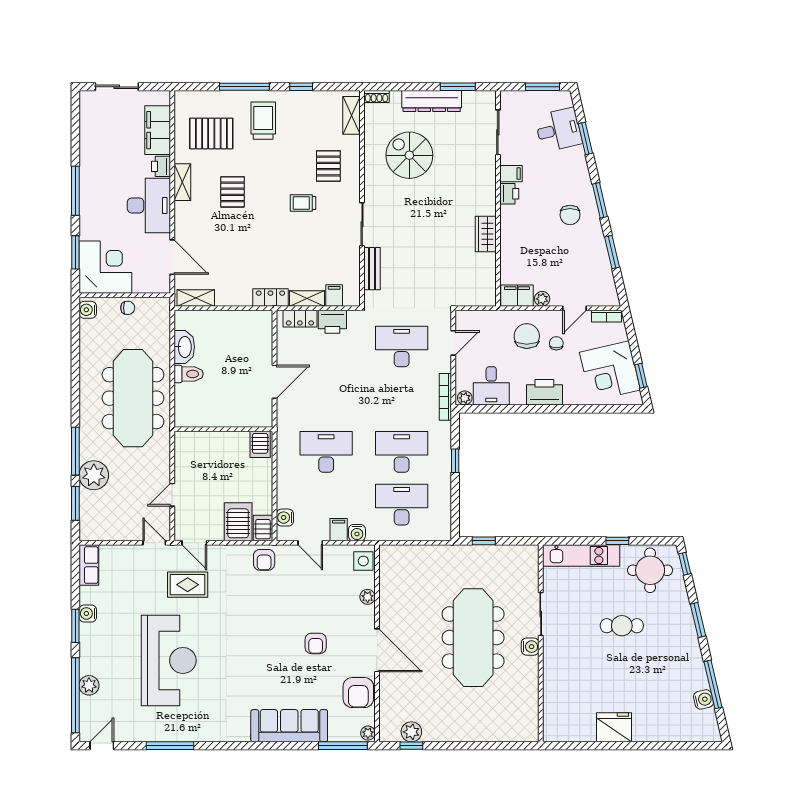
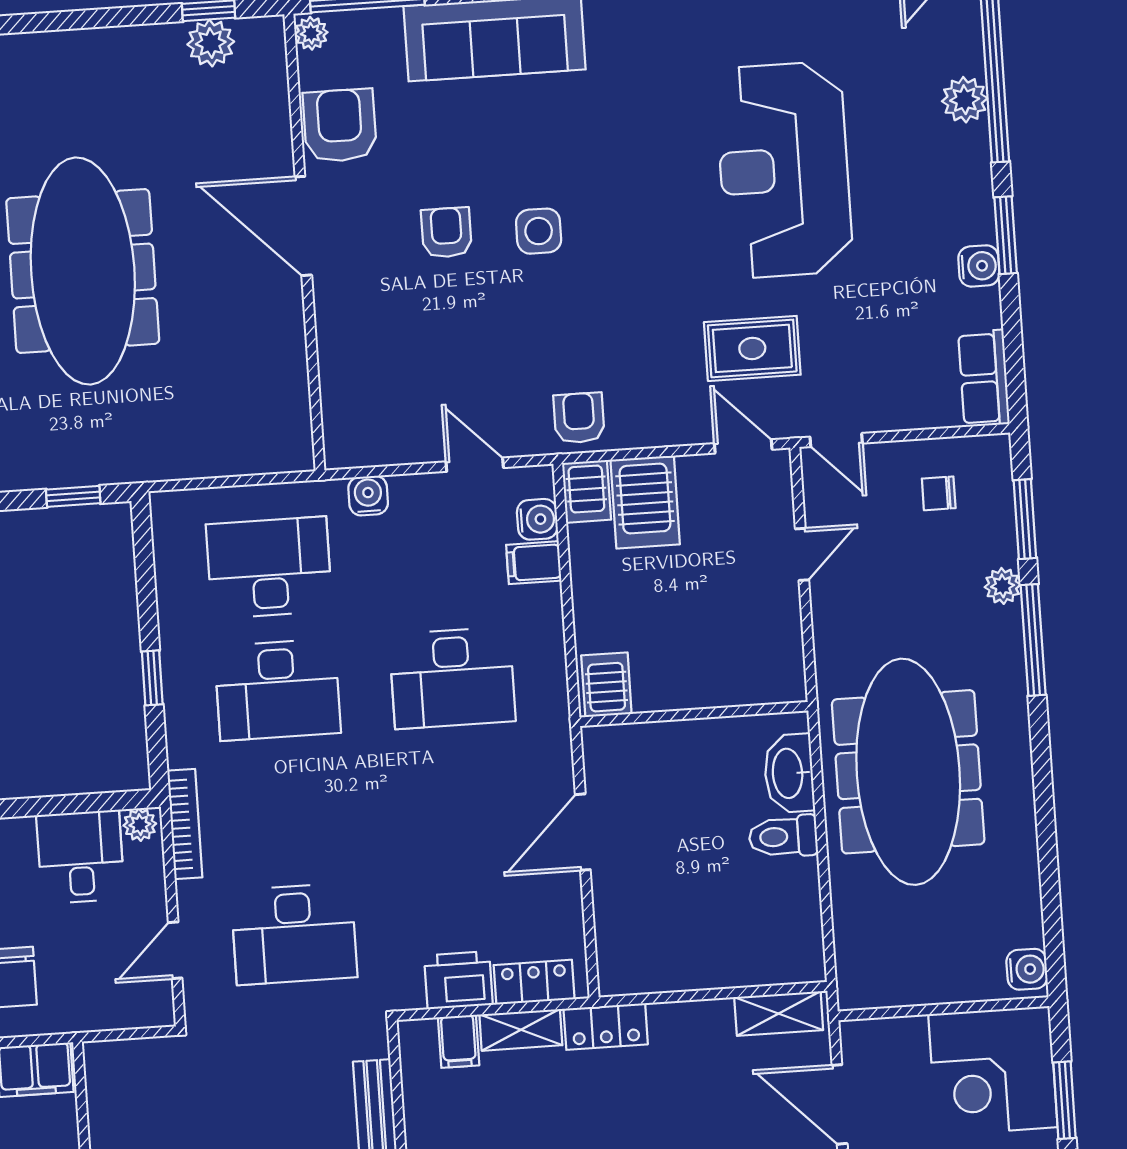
chair: (128, 308) -> (939, 493), moved
washbasin: (184, 347) -> (789, 773), moved
plant: (94, 475) -> (1003, 586), width x0.53, depth x0.53
desk: (402, 505) -> (269, 568), turned 180
filing cabinet: (339, 530) -> (534, 563), moved, turned 90
side table: (363, 561) -> (539, 231), moved
plant: (368, 597) -> (334, 349), removed

